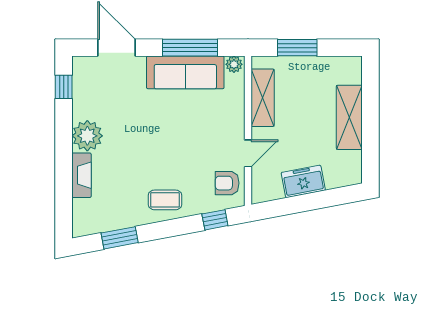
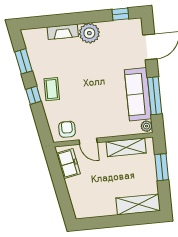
shelving: (349, 117) -> (138, 204), moved
freezer: (303, 181) -> (68, 164), moved
window: (215, 220) -> (33, 95), moved

